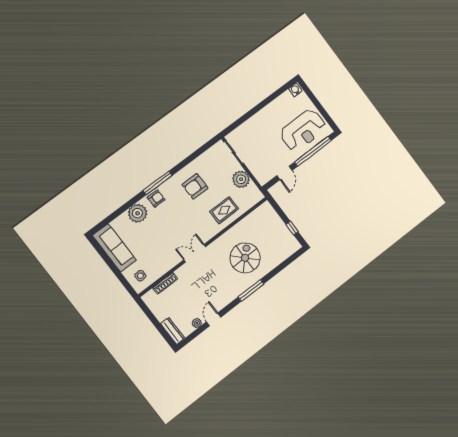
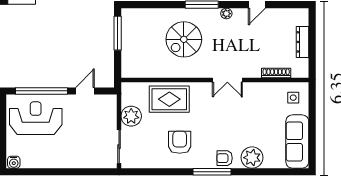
armchair: (195, 186) -> (180, 142), turned -90
rug: (224, 210) -> (169, 99), width x1.36, depth x1.43
window: (292, 228) -> (118, 33), width x2.17
plant: (197, 323) -> (226, 14), moved
dresser: (173, 331) -> (303, 42), moved

